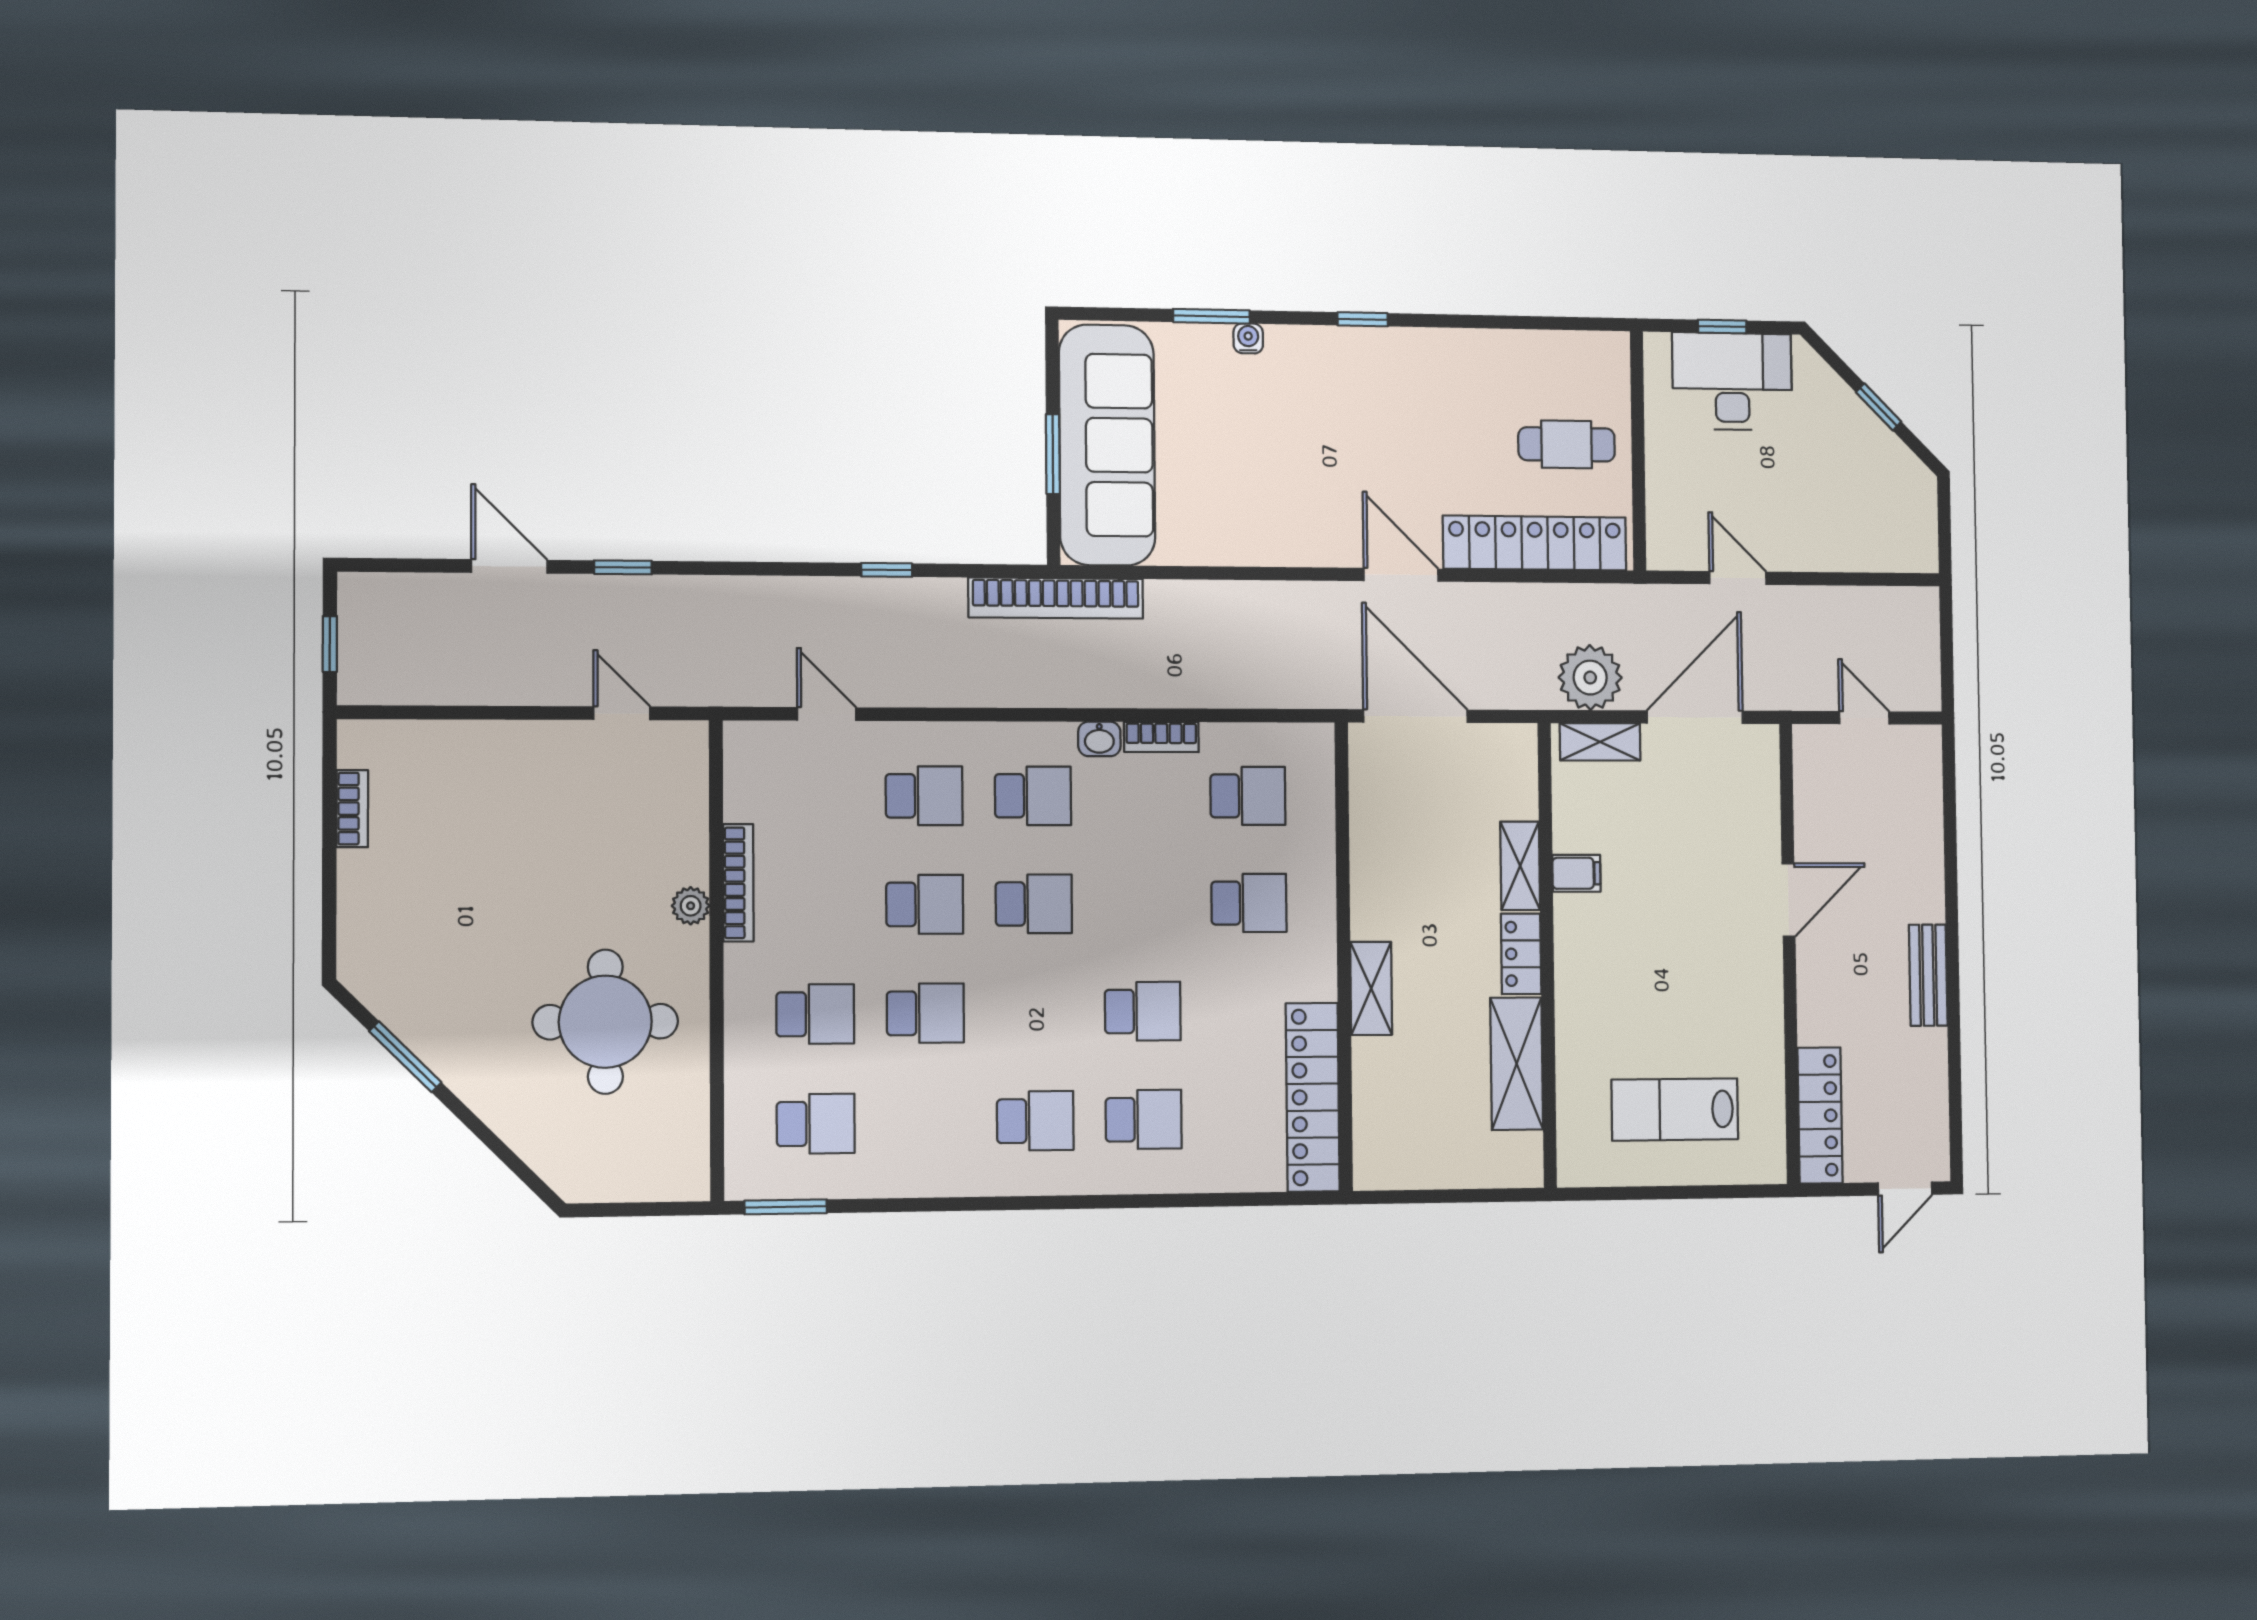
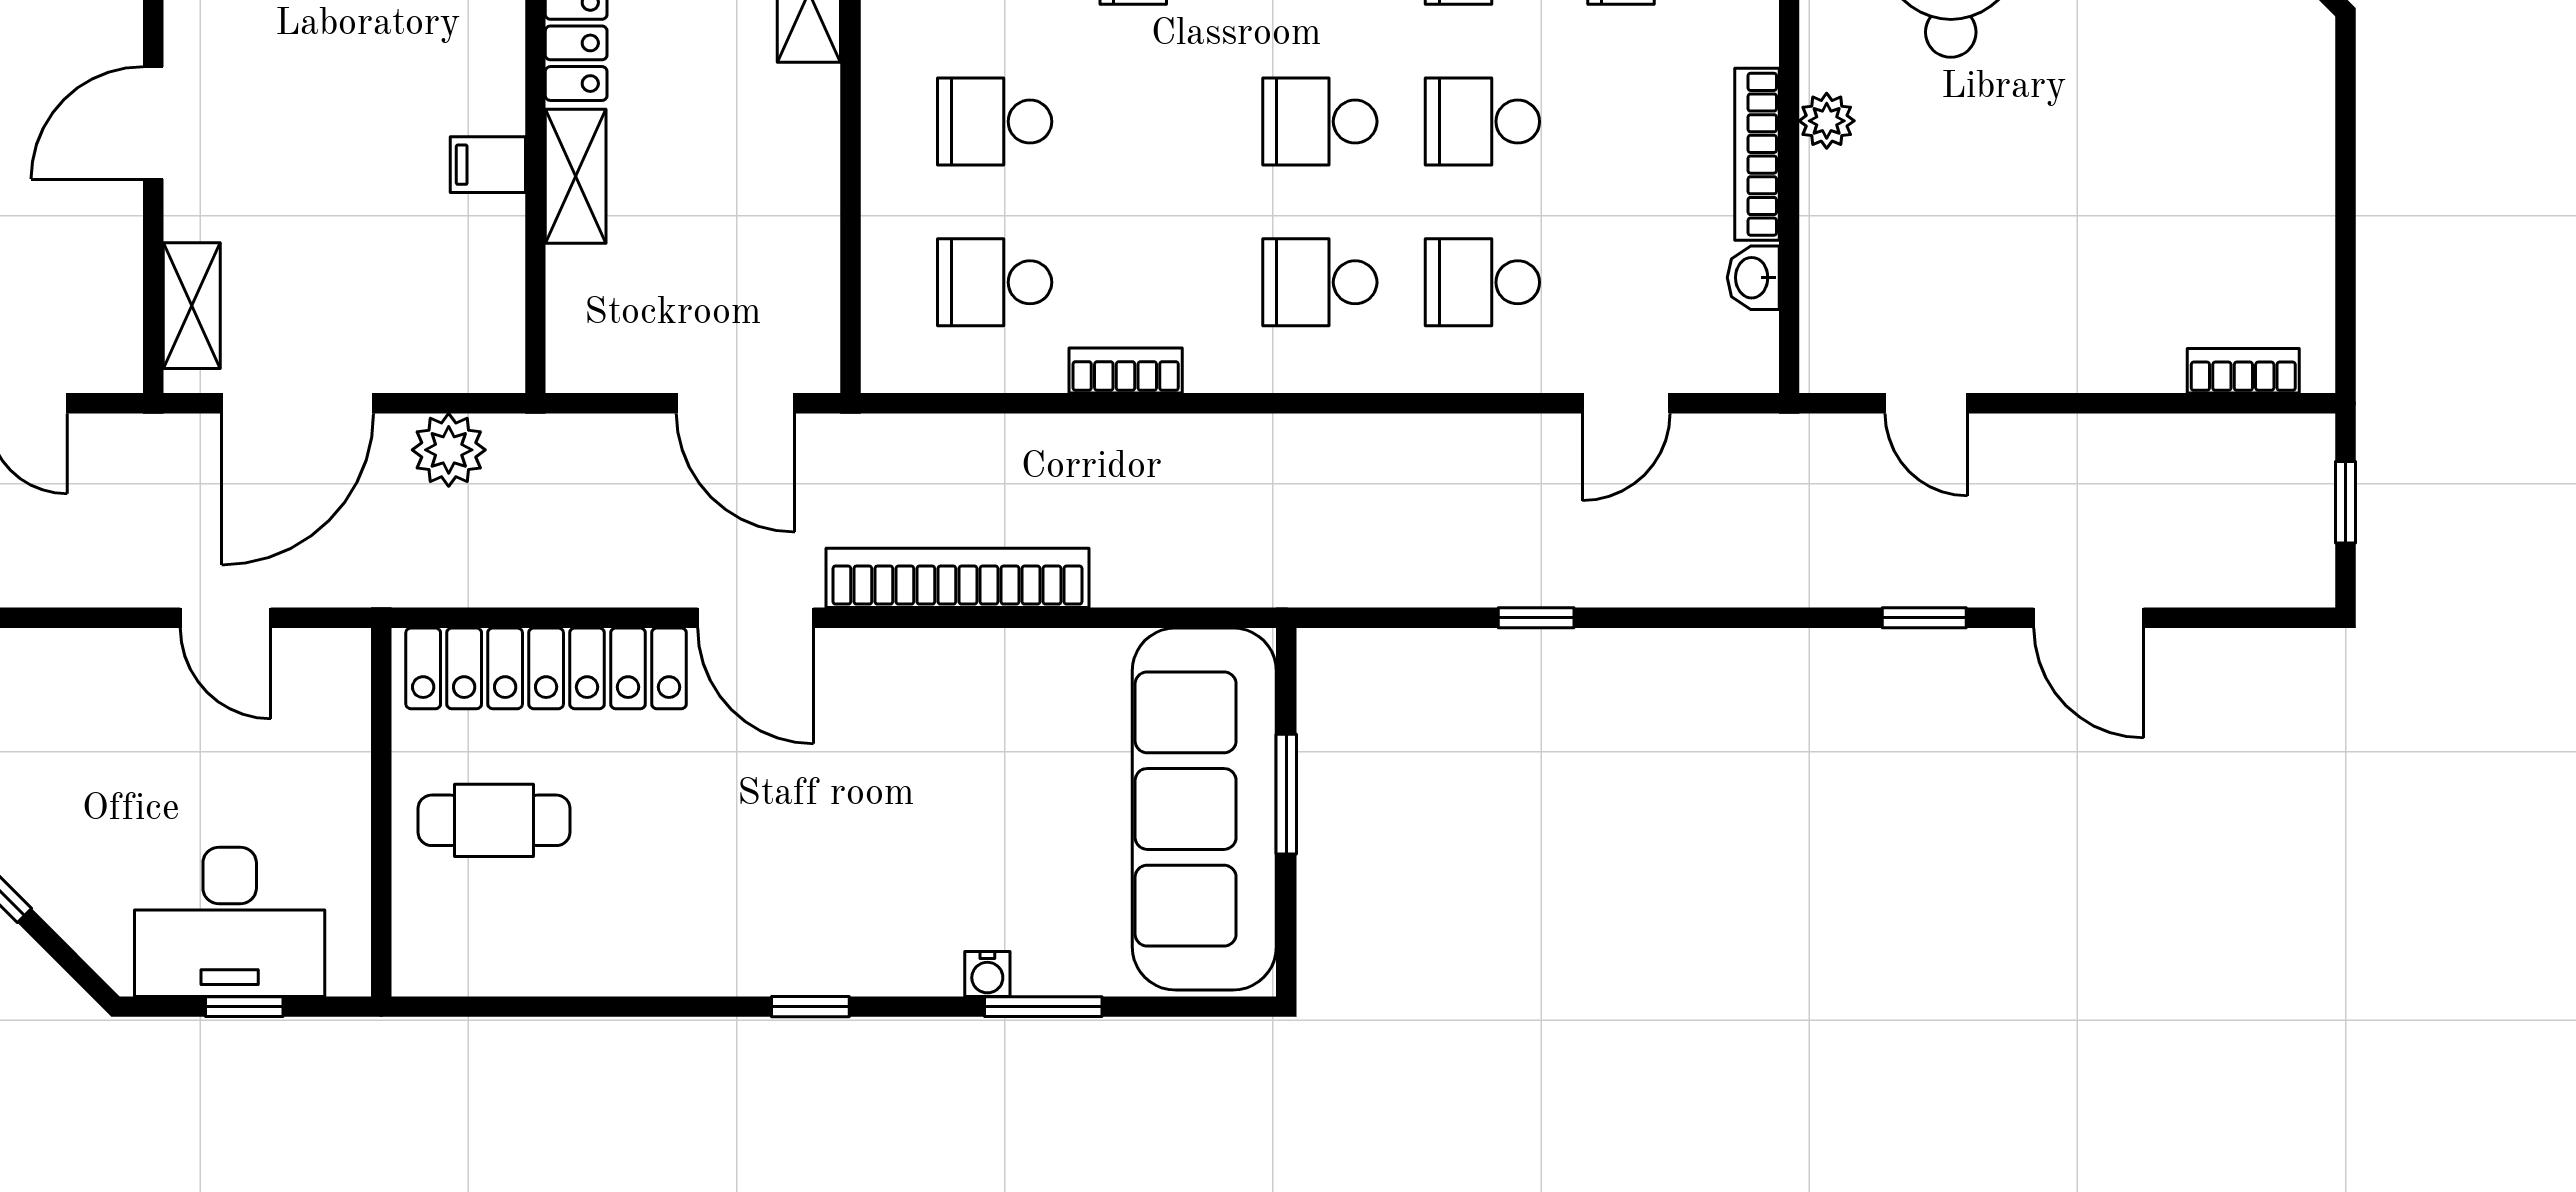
bookcase: (1056, 598) -> (957, 578), moved
plant: (1590, 678) -> (449, 450), width x0.73, depth x0.73
door: (827, 714) -> (1626, 403), hinge flipped
door: (1416, 716) -> (736, 403), width x0.73
washbasin: (1099, 739) -> (1753, 278), moved, turned -90
shelving: (1600, 742) -> (192, 306), moved, turned 90
bookcase: (352, 809) -> (2243, 371), moved, turned 90

